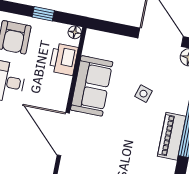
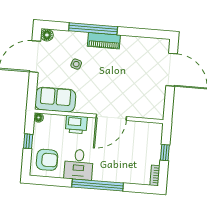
printer: (64, 59) -> (76, 125), moved
sofa: (92, 86) -> (55, 100), moved

